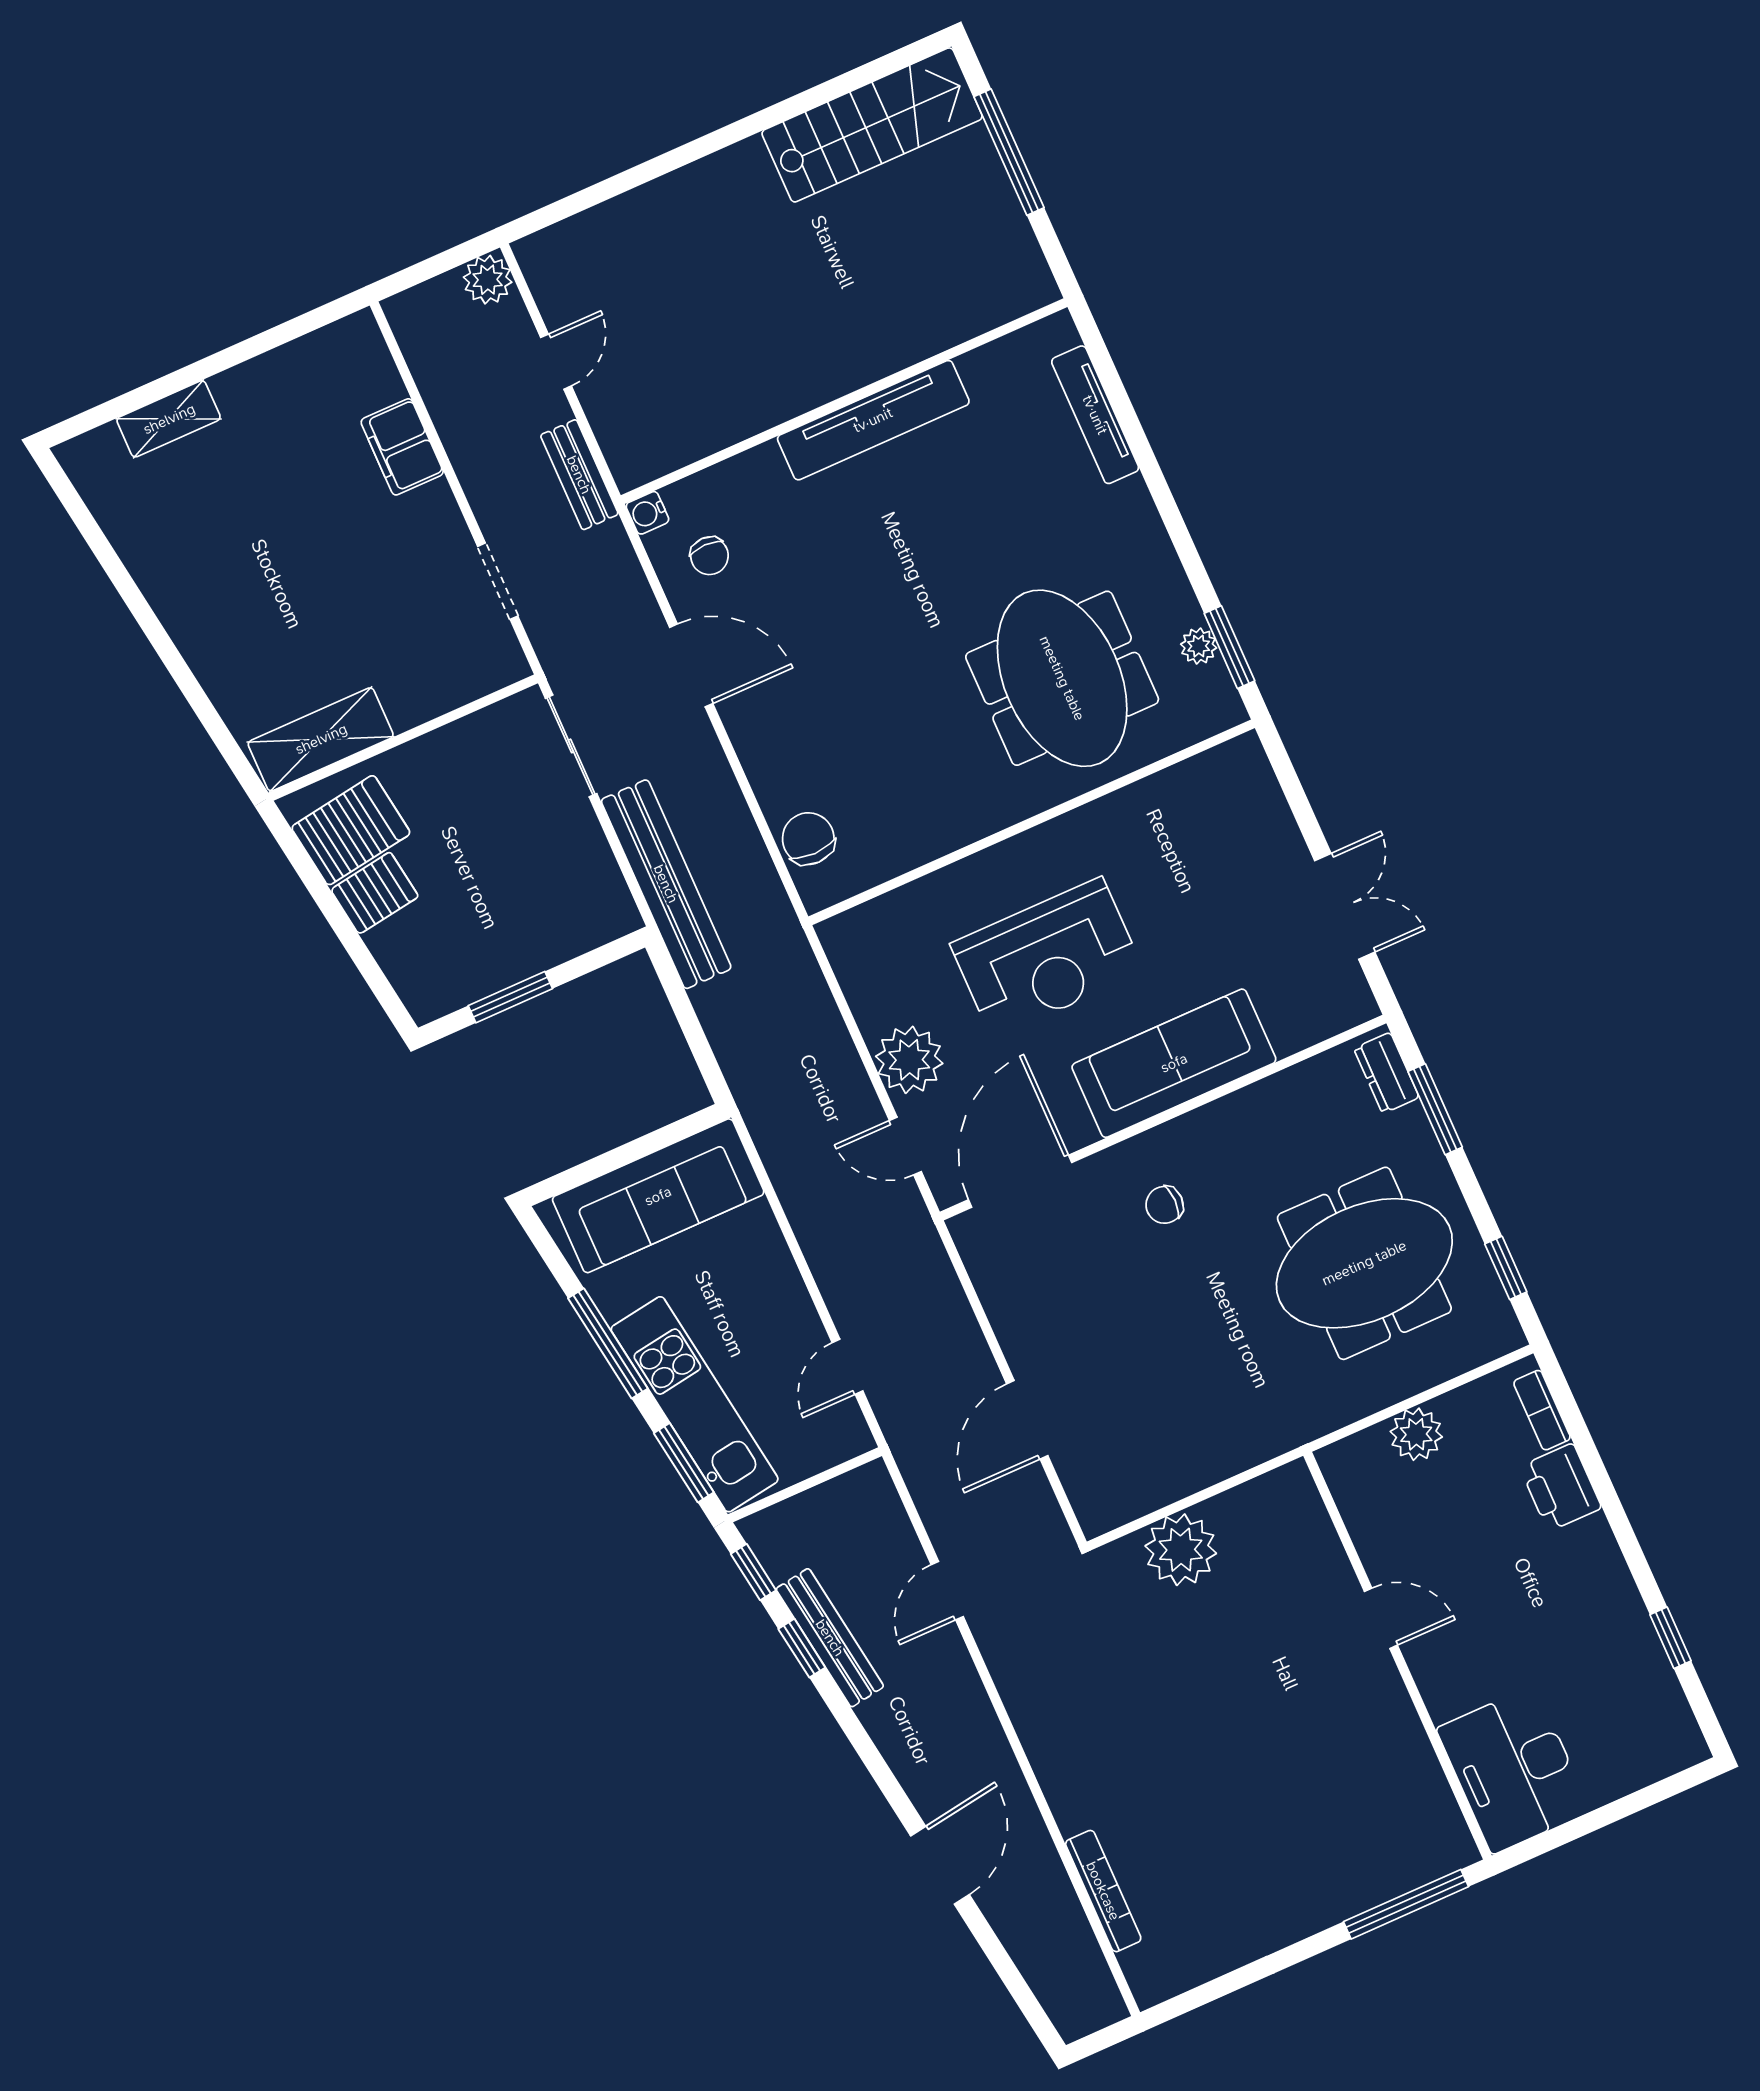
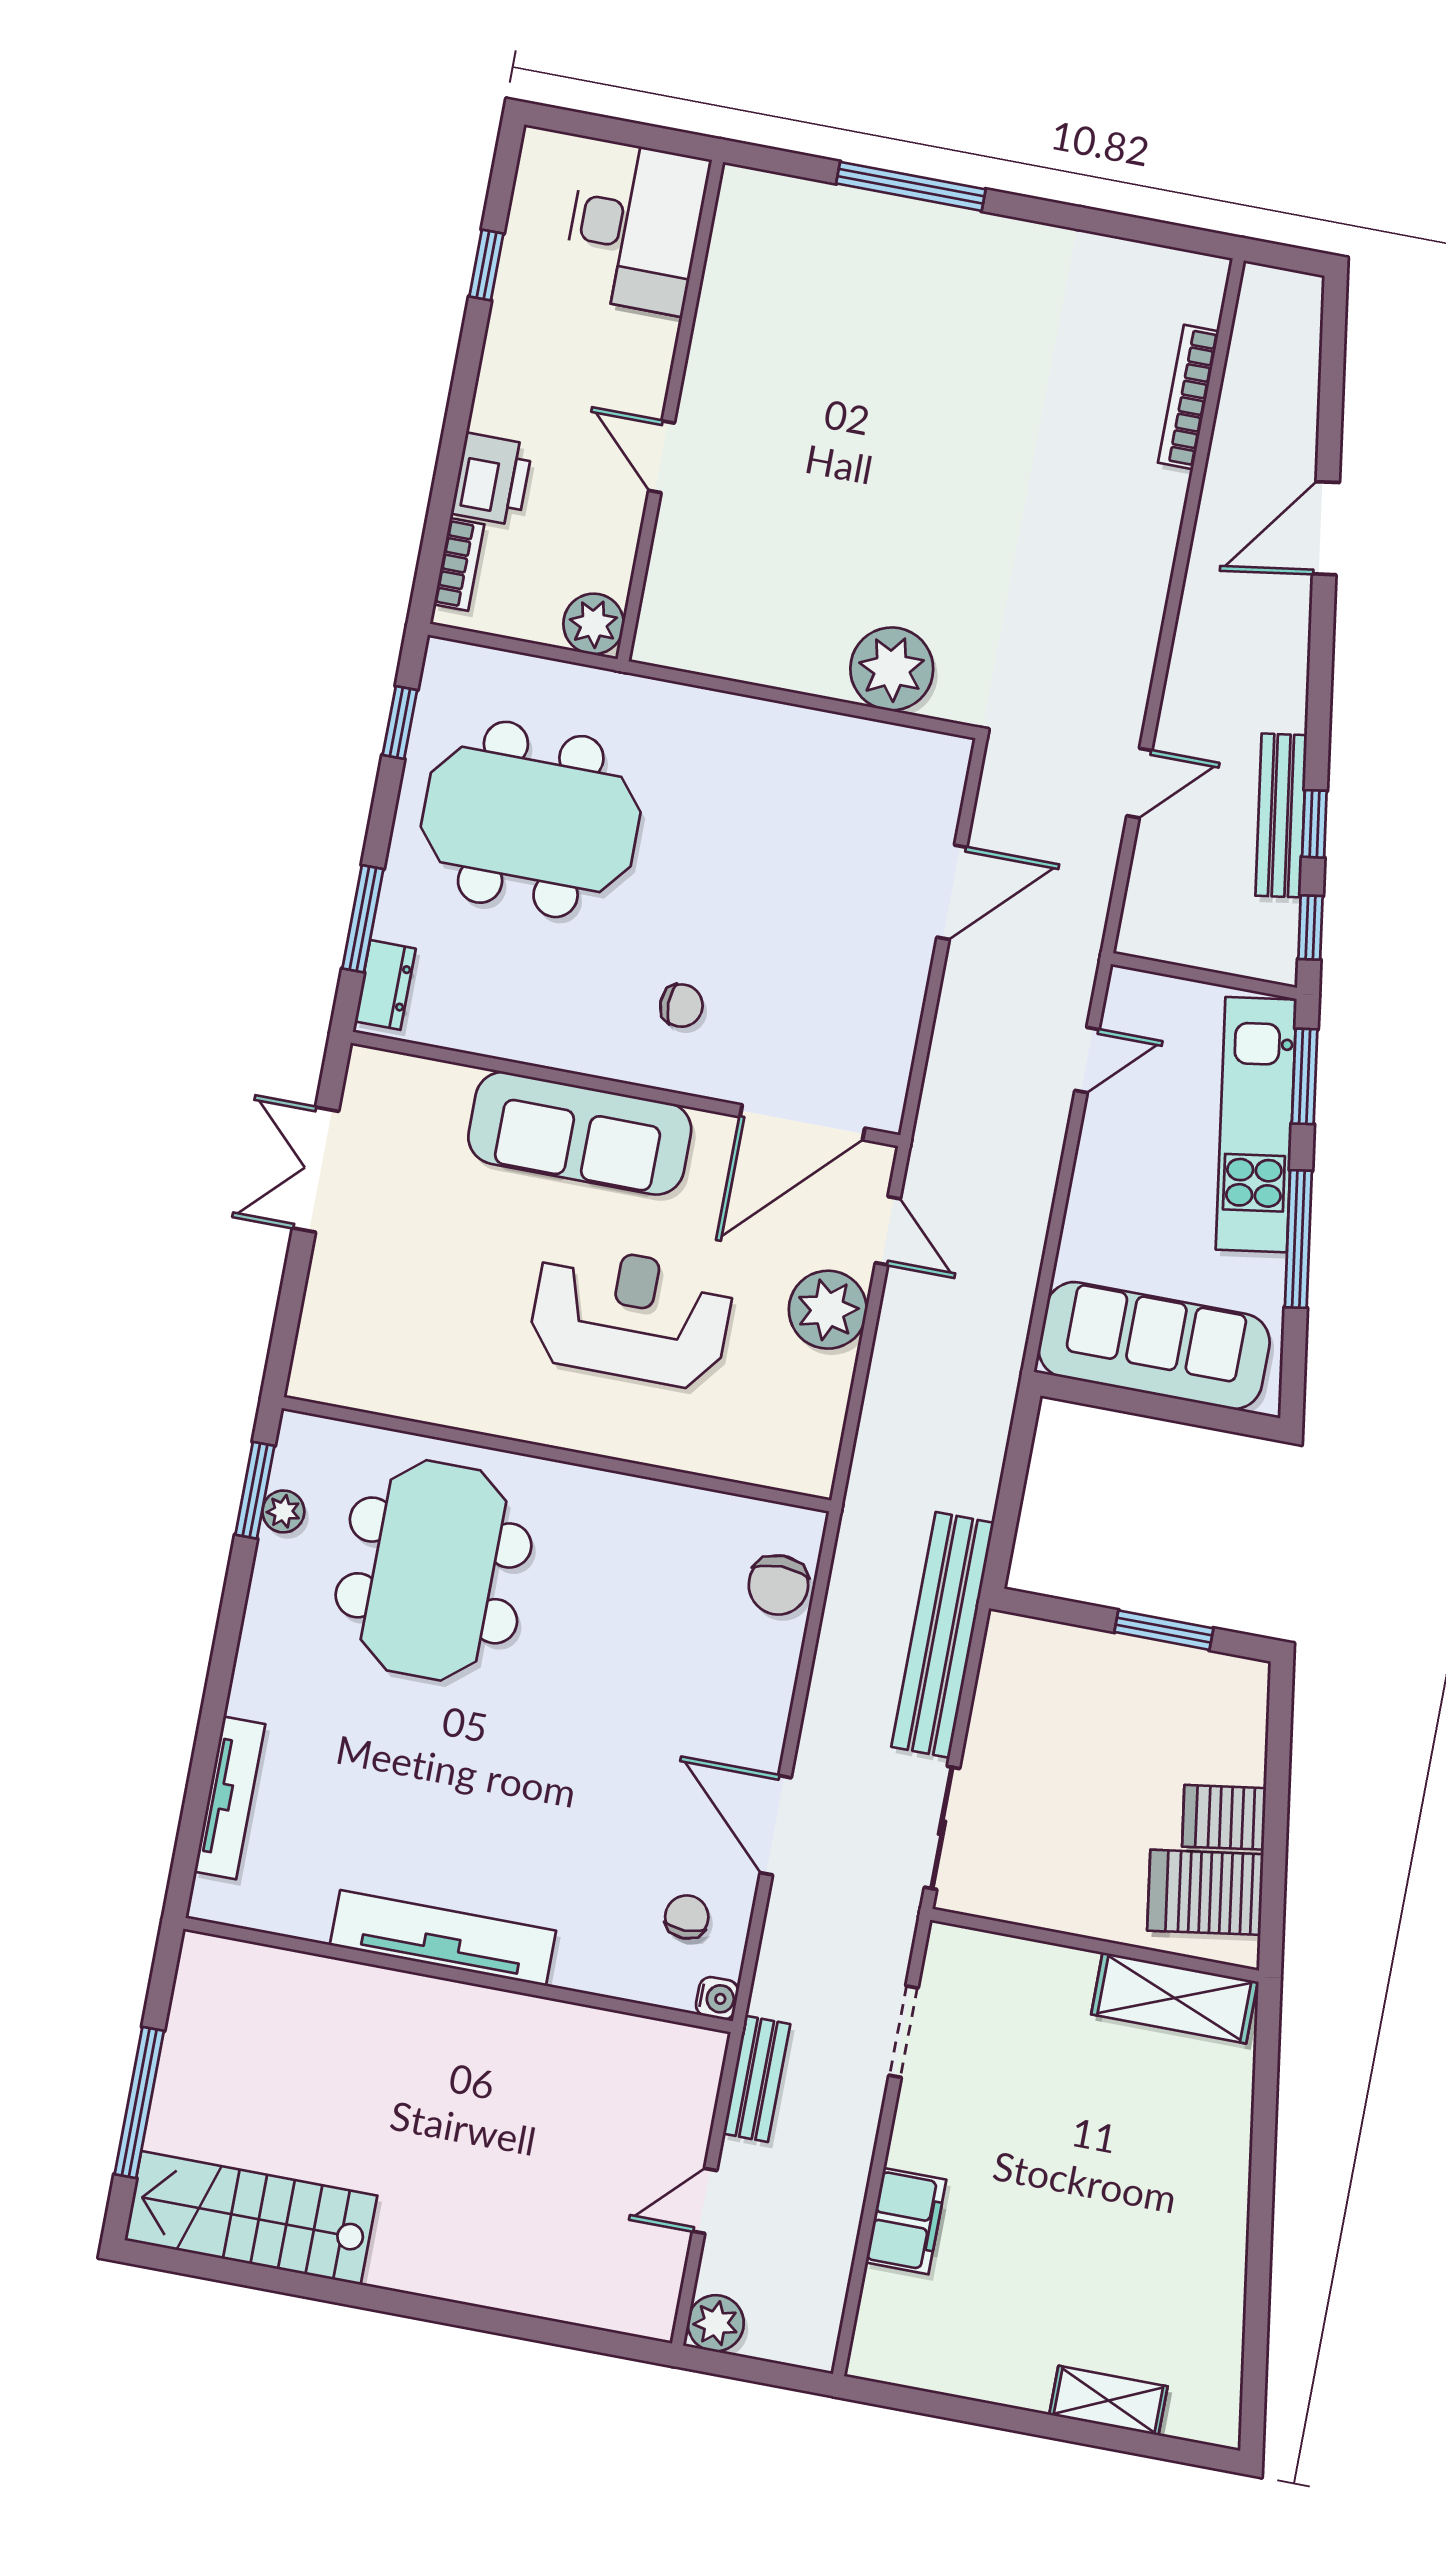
door: (1381, 1618) -> (662, 457), moved
wall: (1398, 1656) -> (670, 411), moved
desk: (1513, 1770) -> (635, 227), moved

